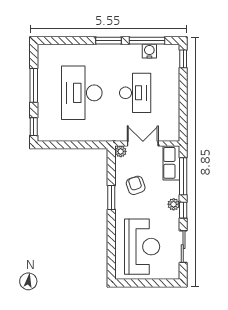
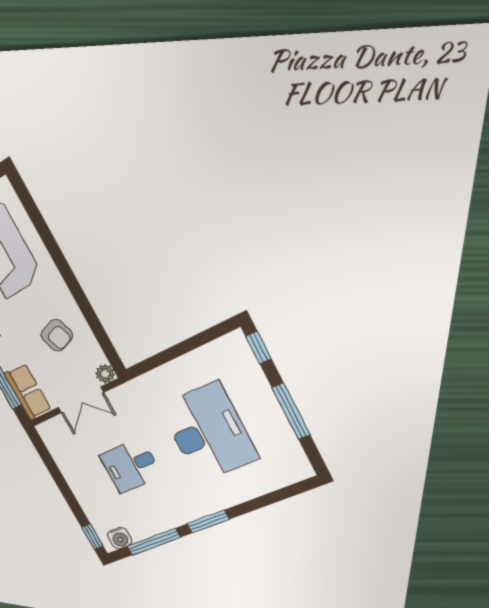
water cooler: (149, 51) -> (120, 538), moved
desk: (135, 93) -> (131, 466), width x0.73
window: (111, 198) -> (81, 299), removed

